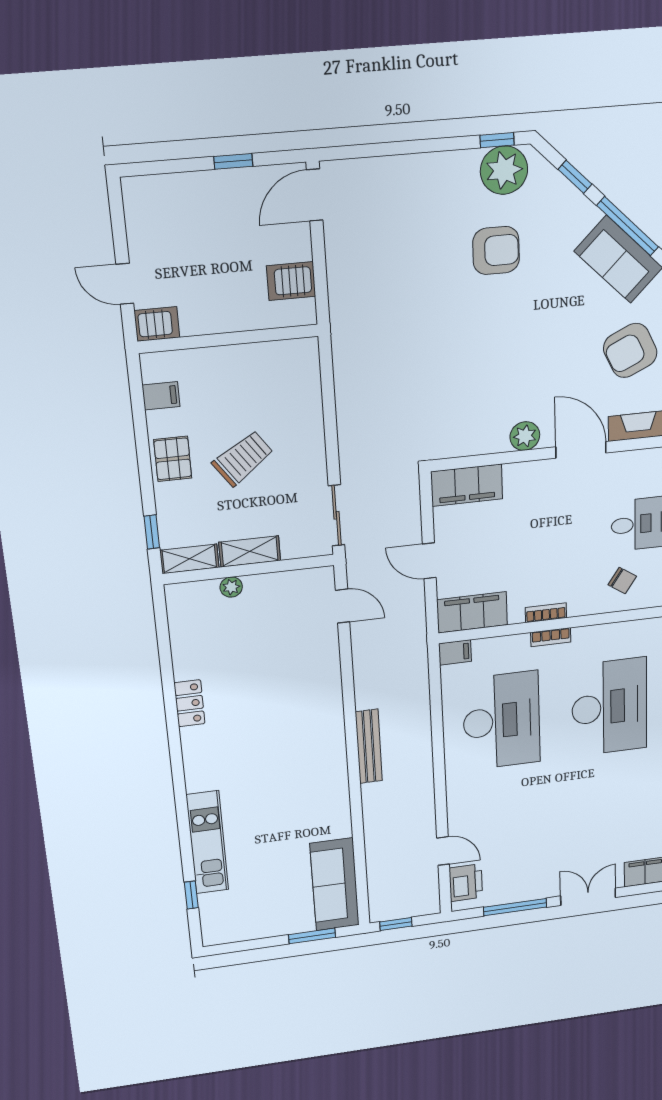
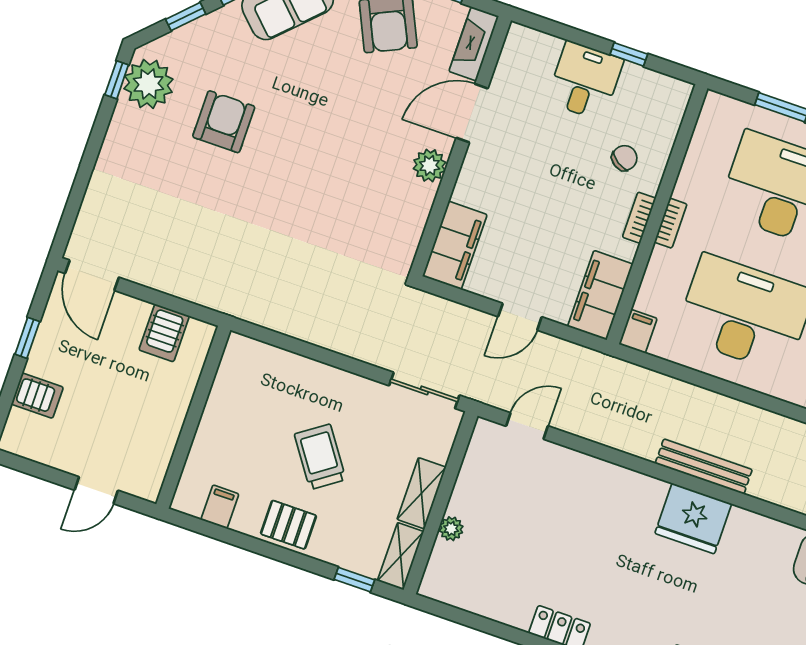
server rack: (157, 324) -> (37, 396), moved, turned 90
chair: (622, 581) -> (624, 158), moved
fridge: (324, 758) -> (693, 519), added

